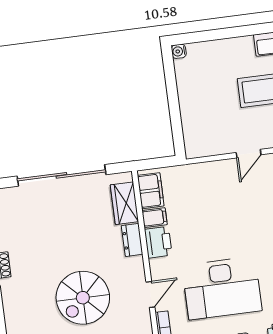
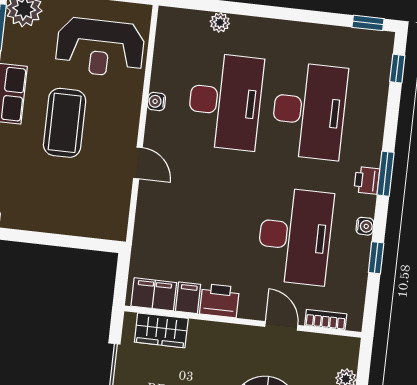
dresser: (132, 240) -> (209, 332), removed

